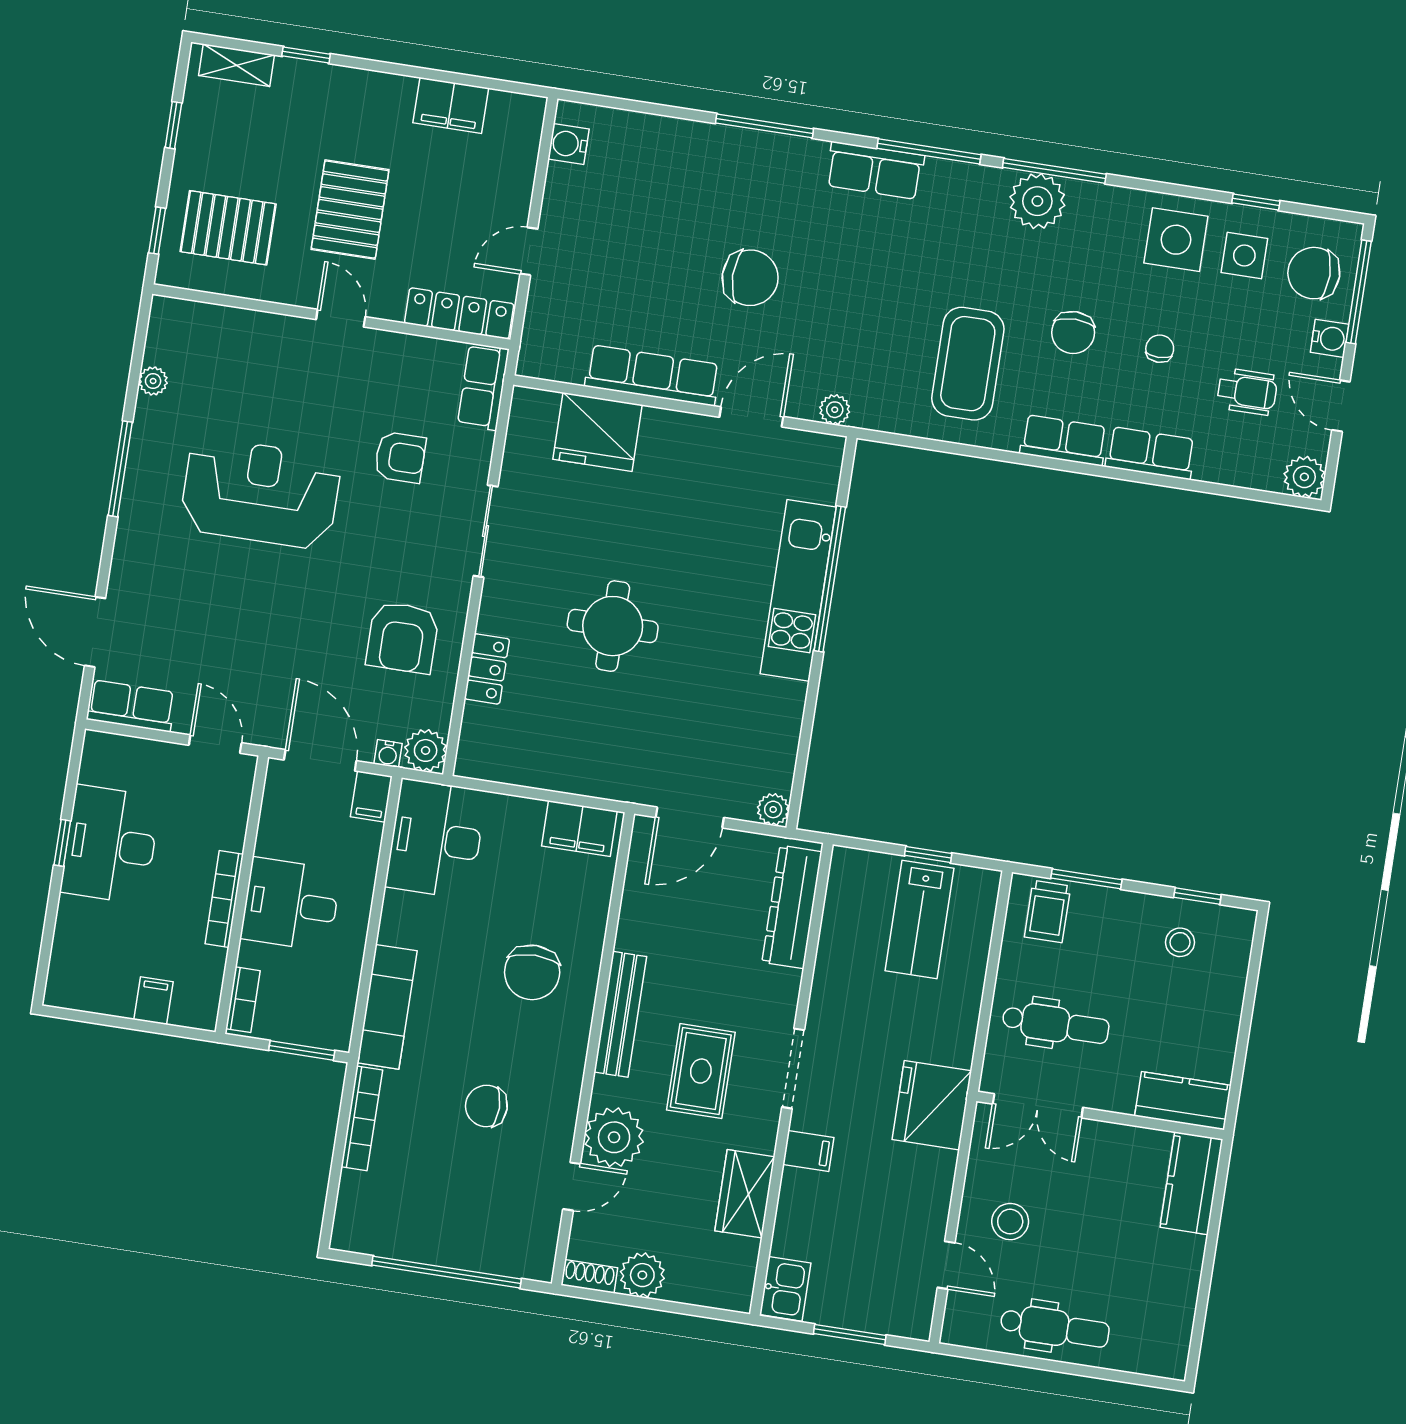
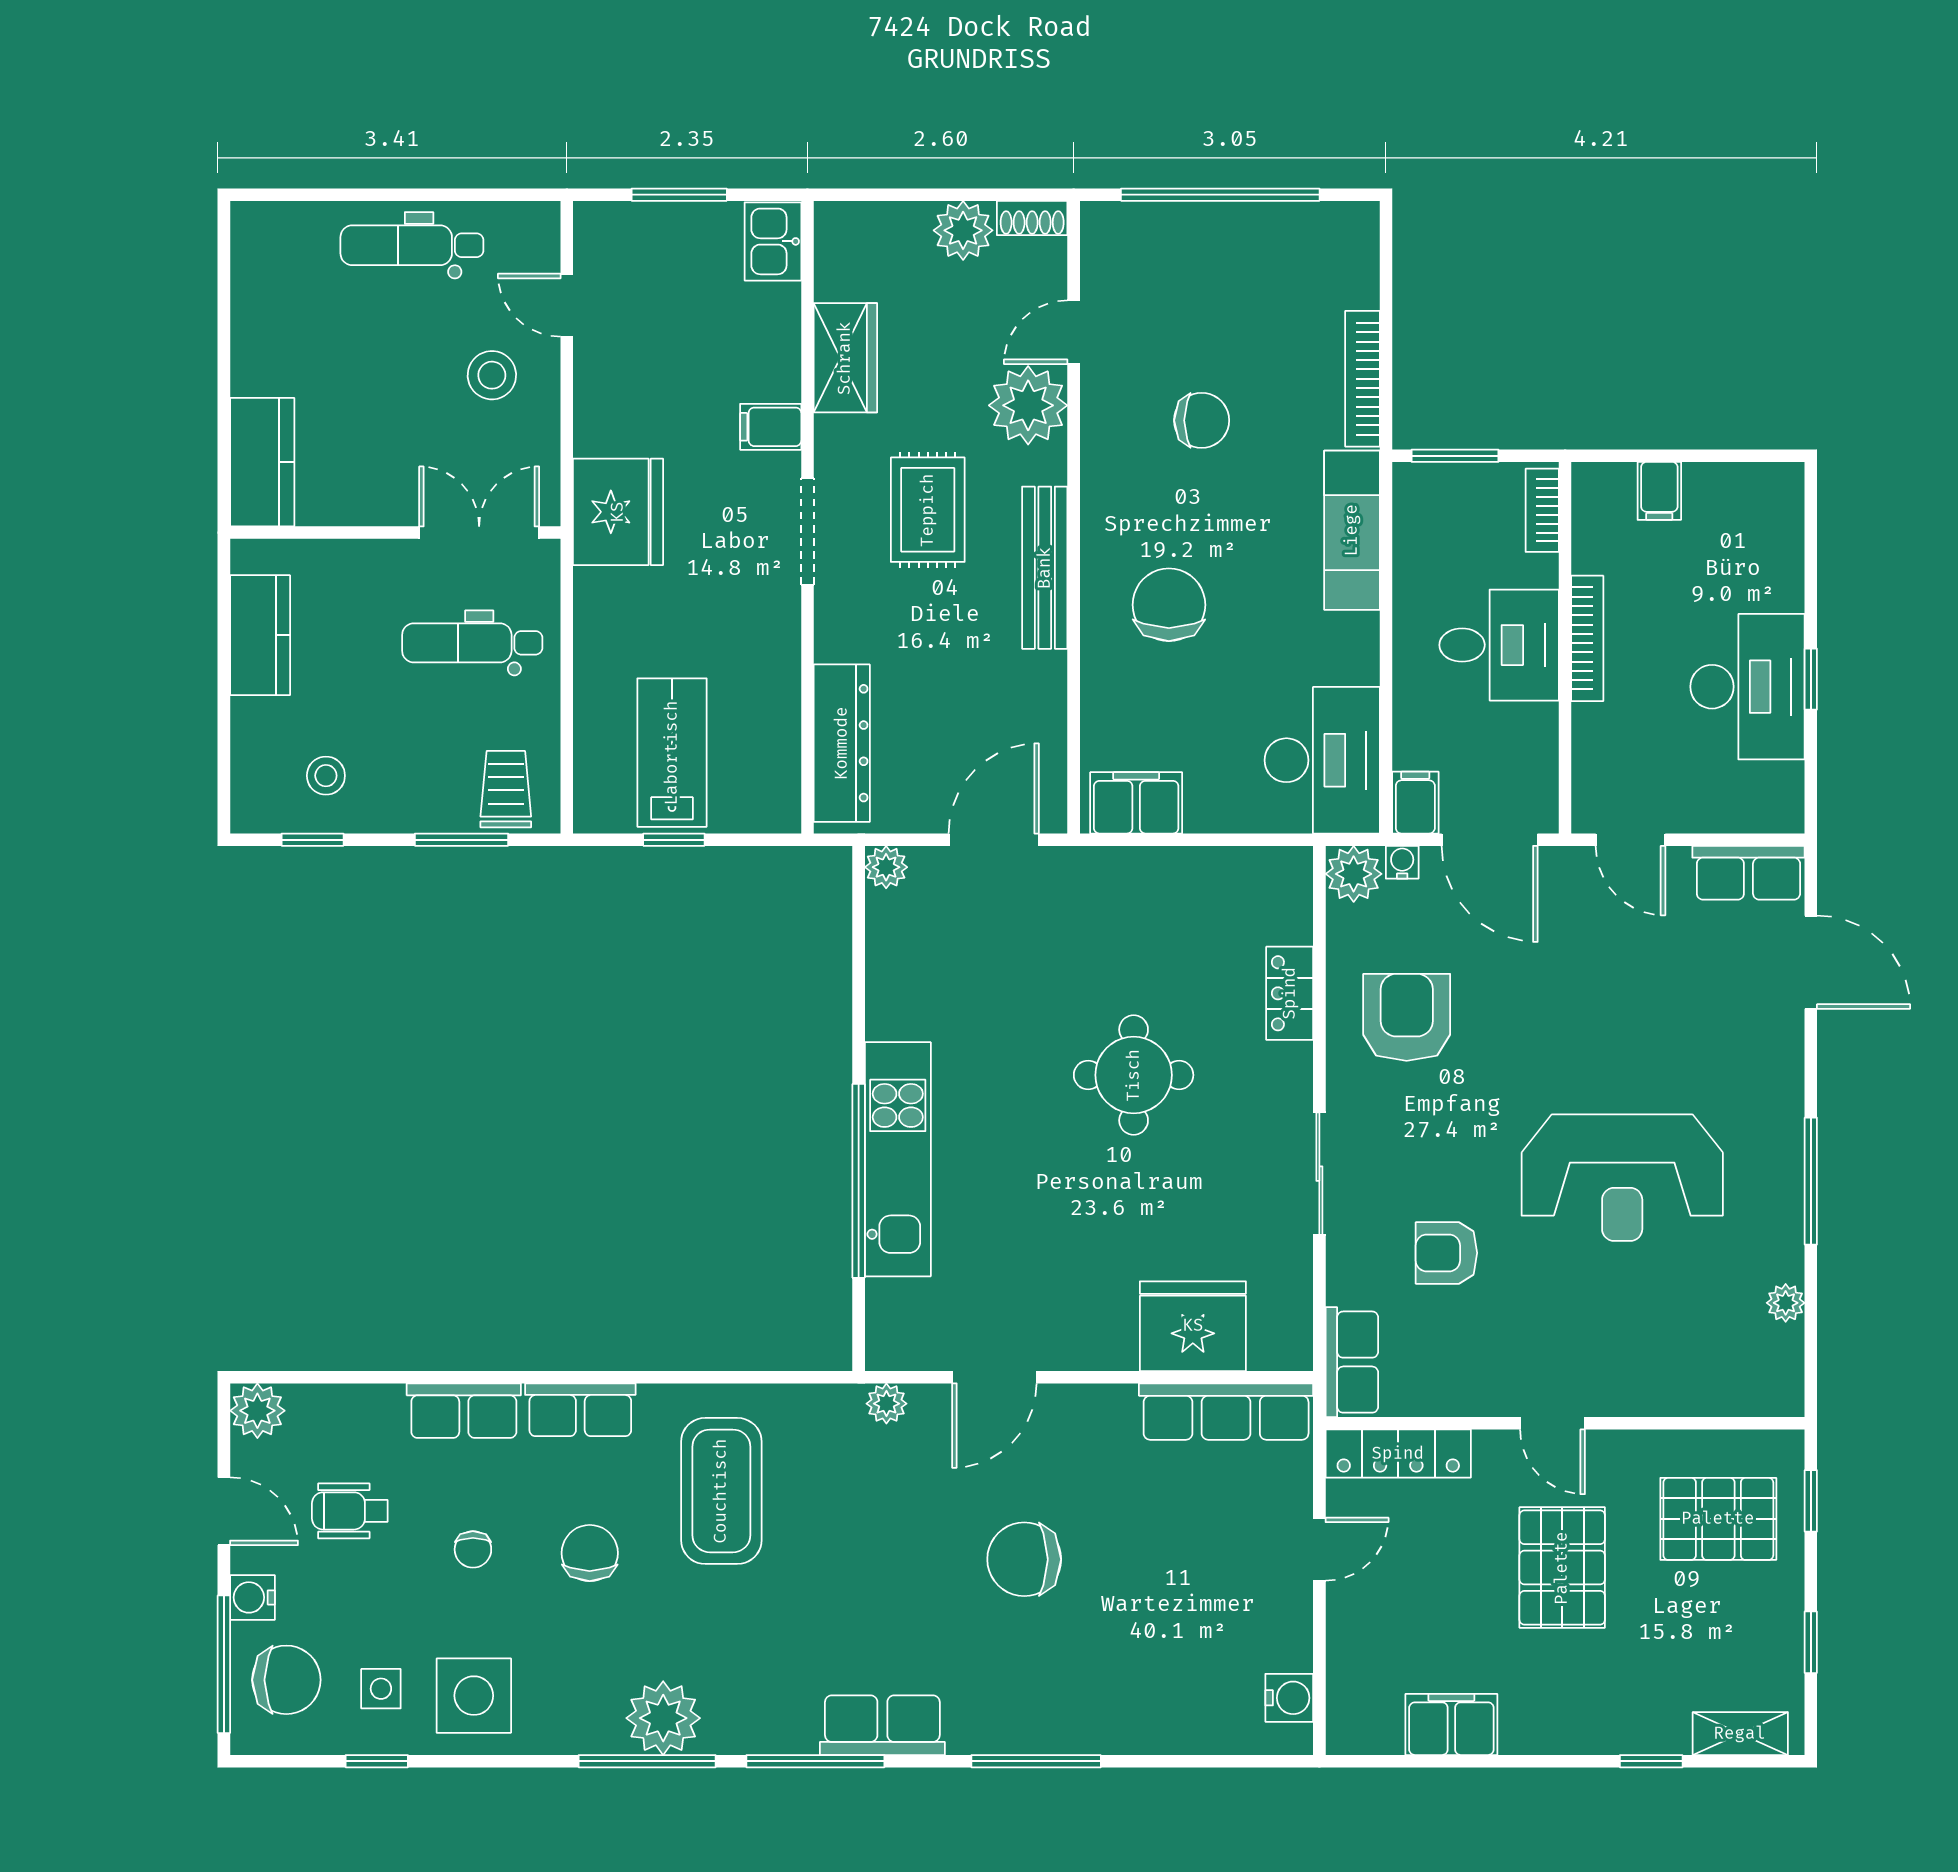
side table: (1244, 256) -> (381, 1689), width x0.73, depth x0.73
row of seats: (652, 375) -> (1226, 1412), moved
kitchen counter: (1183, 1101) -> (260, 635), moved, turned -90

